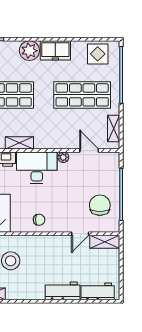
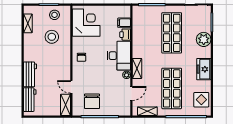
plant: (29, 51) -> (204, 39), moved
shelving: (19, 143) -> (137, 68), moved
chair: (100, 205) -> (92, 101), turned 90

